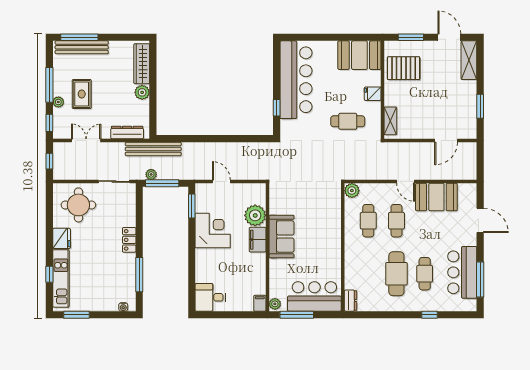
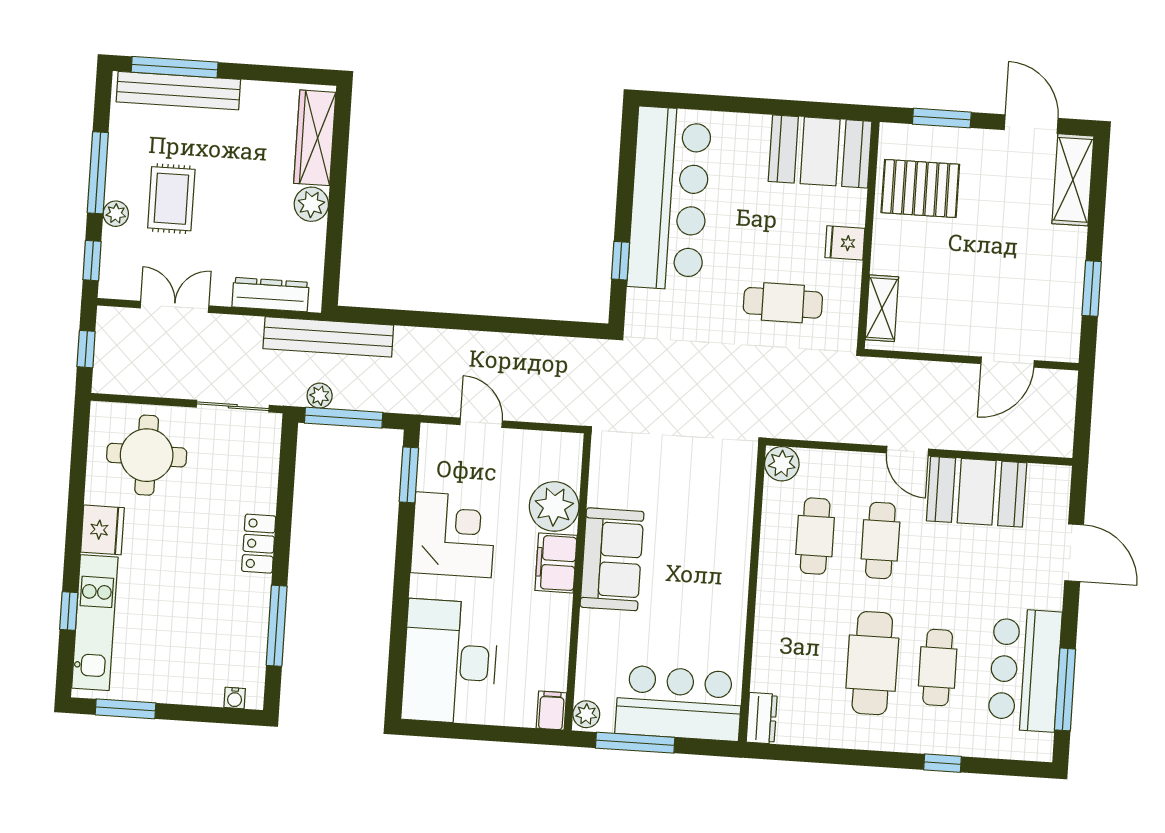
desk: (210, 297) -> (450, 662), width x1.87, depth x1.30

